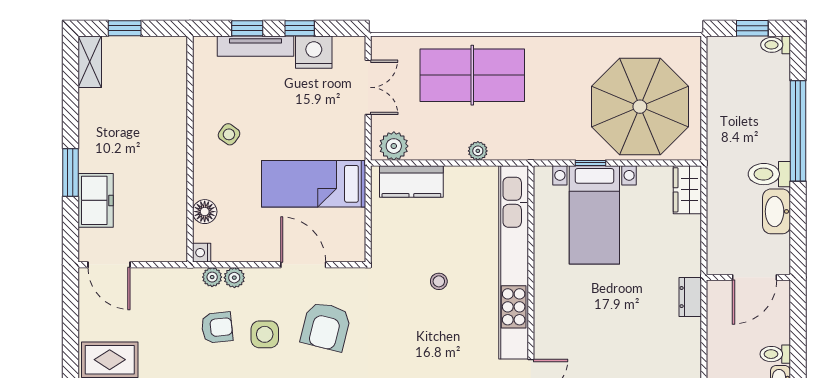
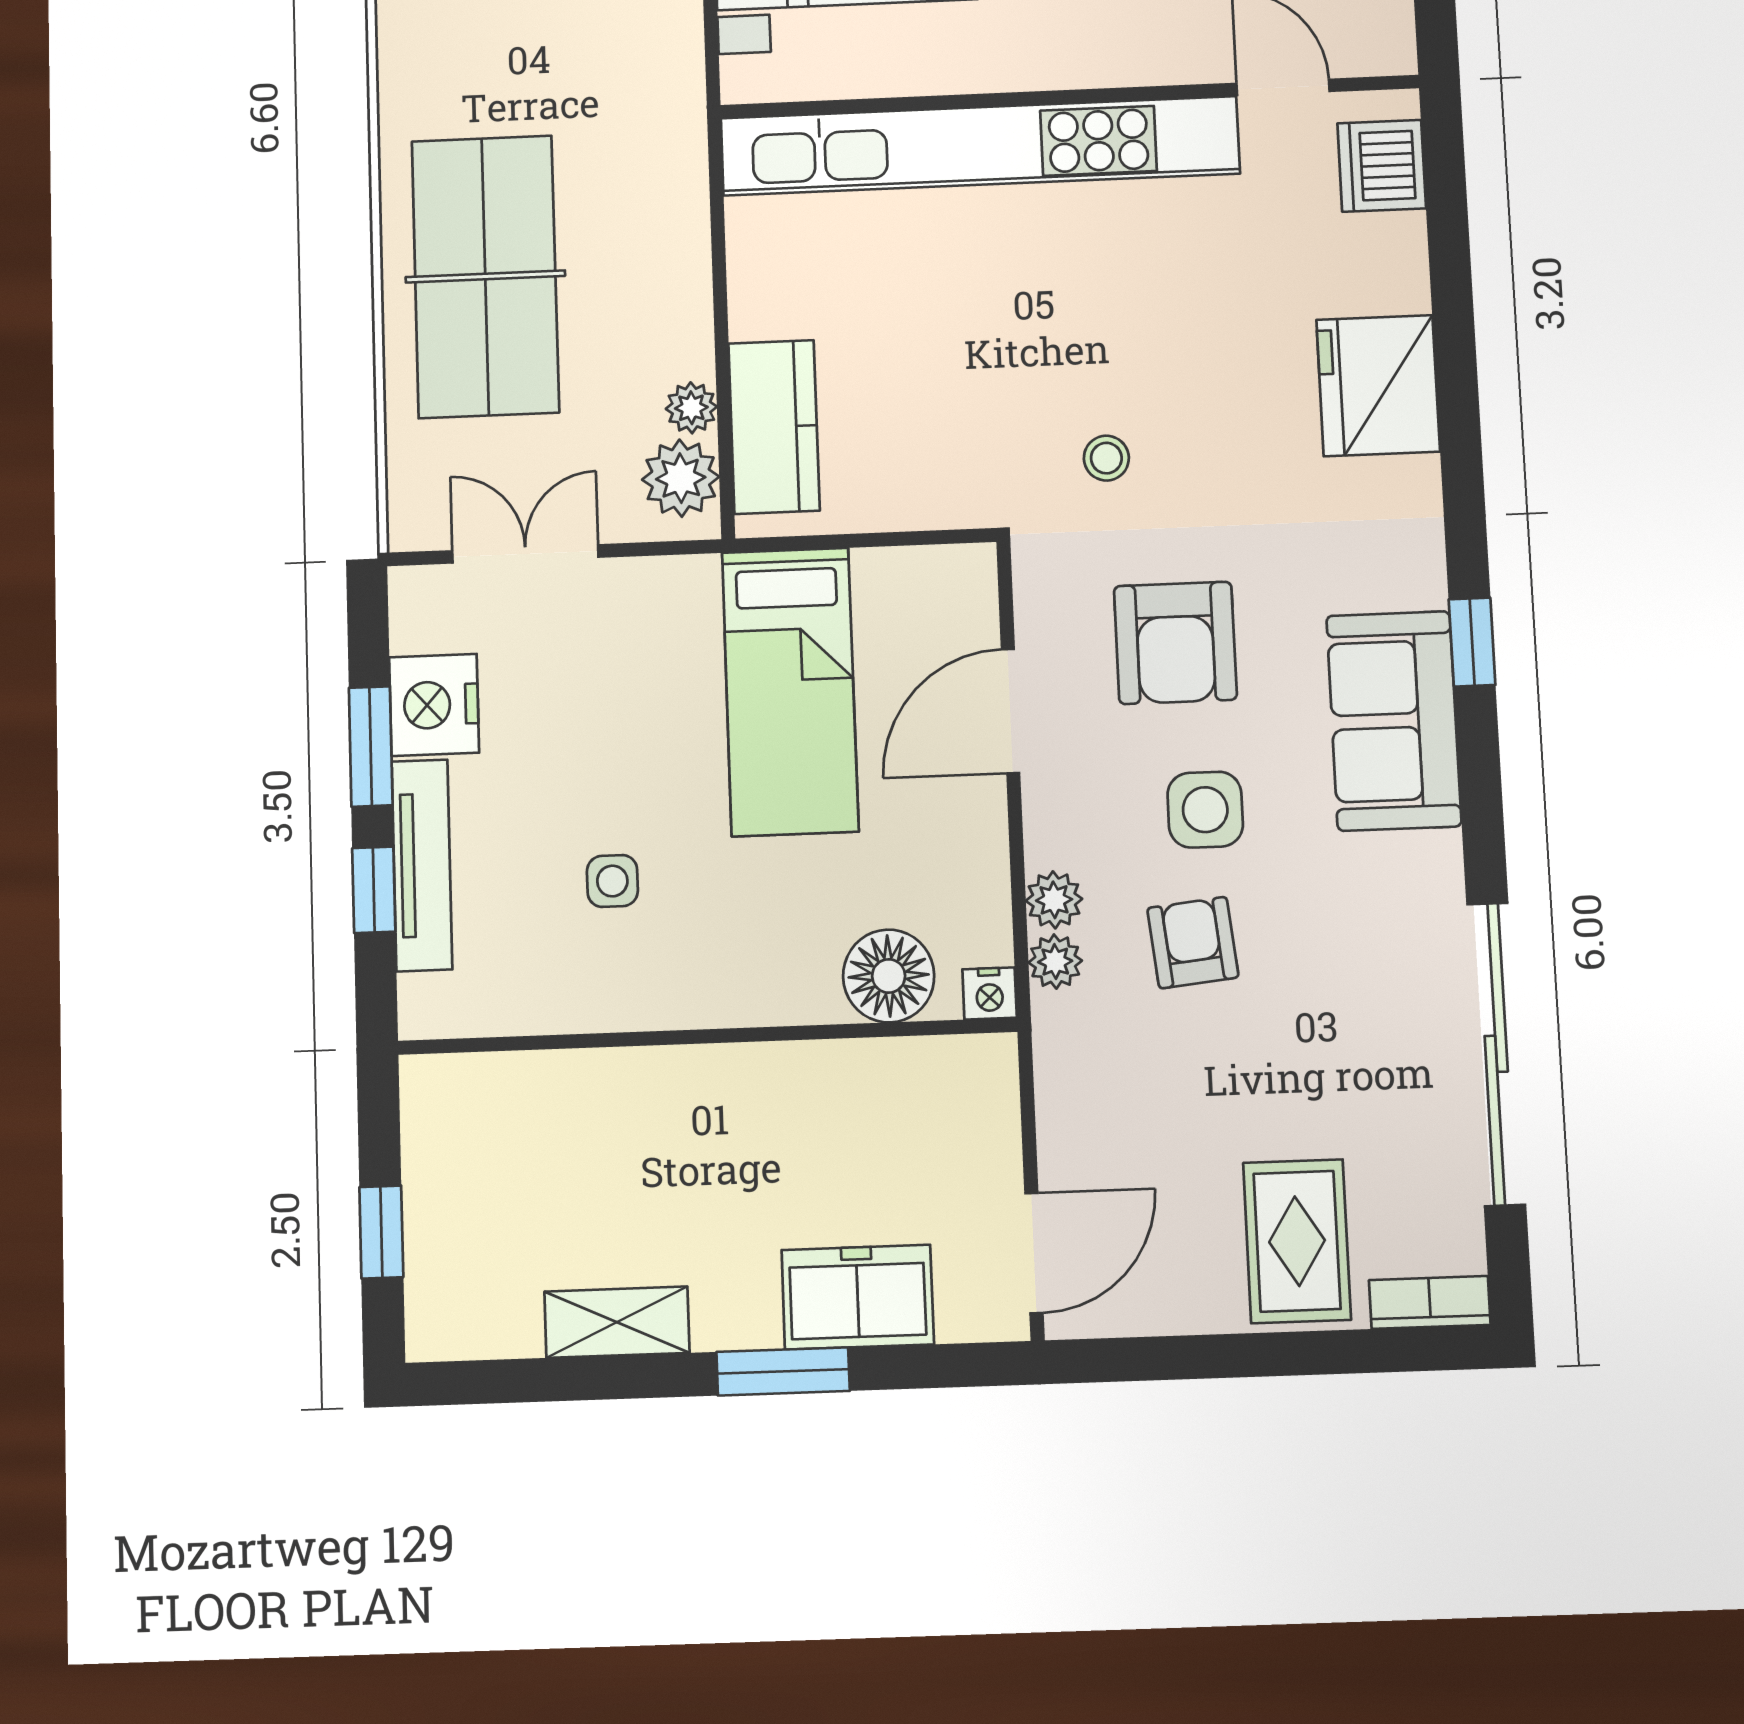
window: (300, 28) -> (371, 746), width x1.50
shelving: (90, 62) -> (617, 1322), moved
side table: (229, 134) -> (612, 881), moved, turned -36
plant: (478, 151) -> (691, 408), moved
floor lamp: (205, 212) -> (889, 976), width x1.38, depth x1.38
stool: (439, 281) -> (1106, 458), moved
armchair: (326, 326) -> (1175, 643), turned 76

